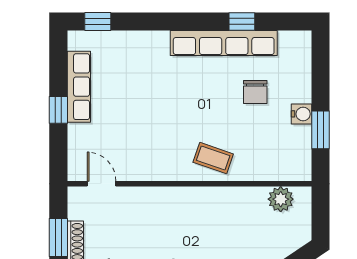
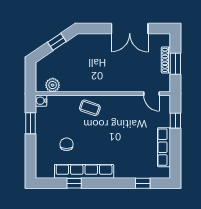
window: (98, 21) -> (143, 183), moved
window: (58, 110) -> (175, 121), moved
water cooler: (301, 114) -> (41, 101), moved

